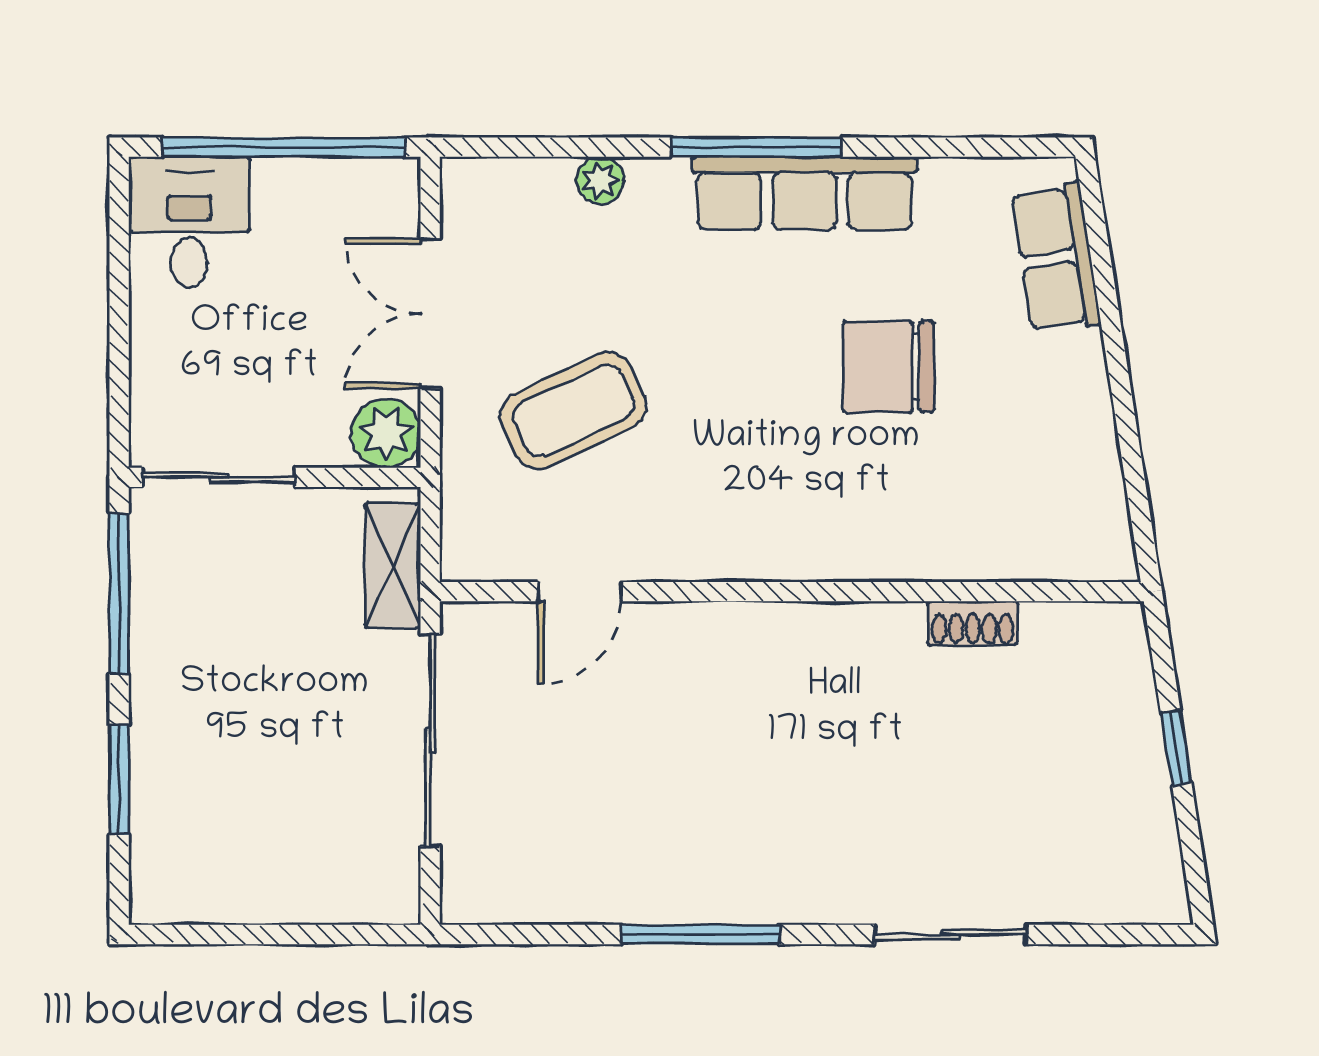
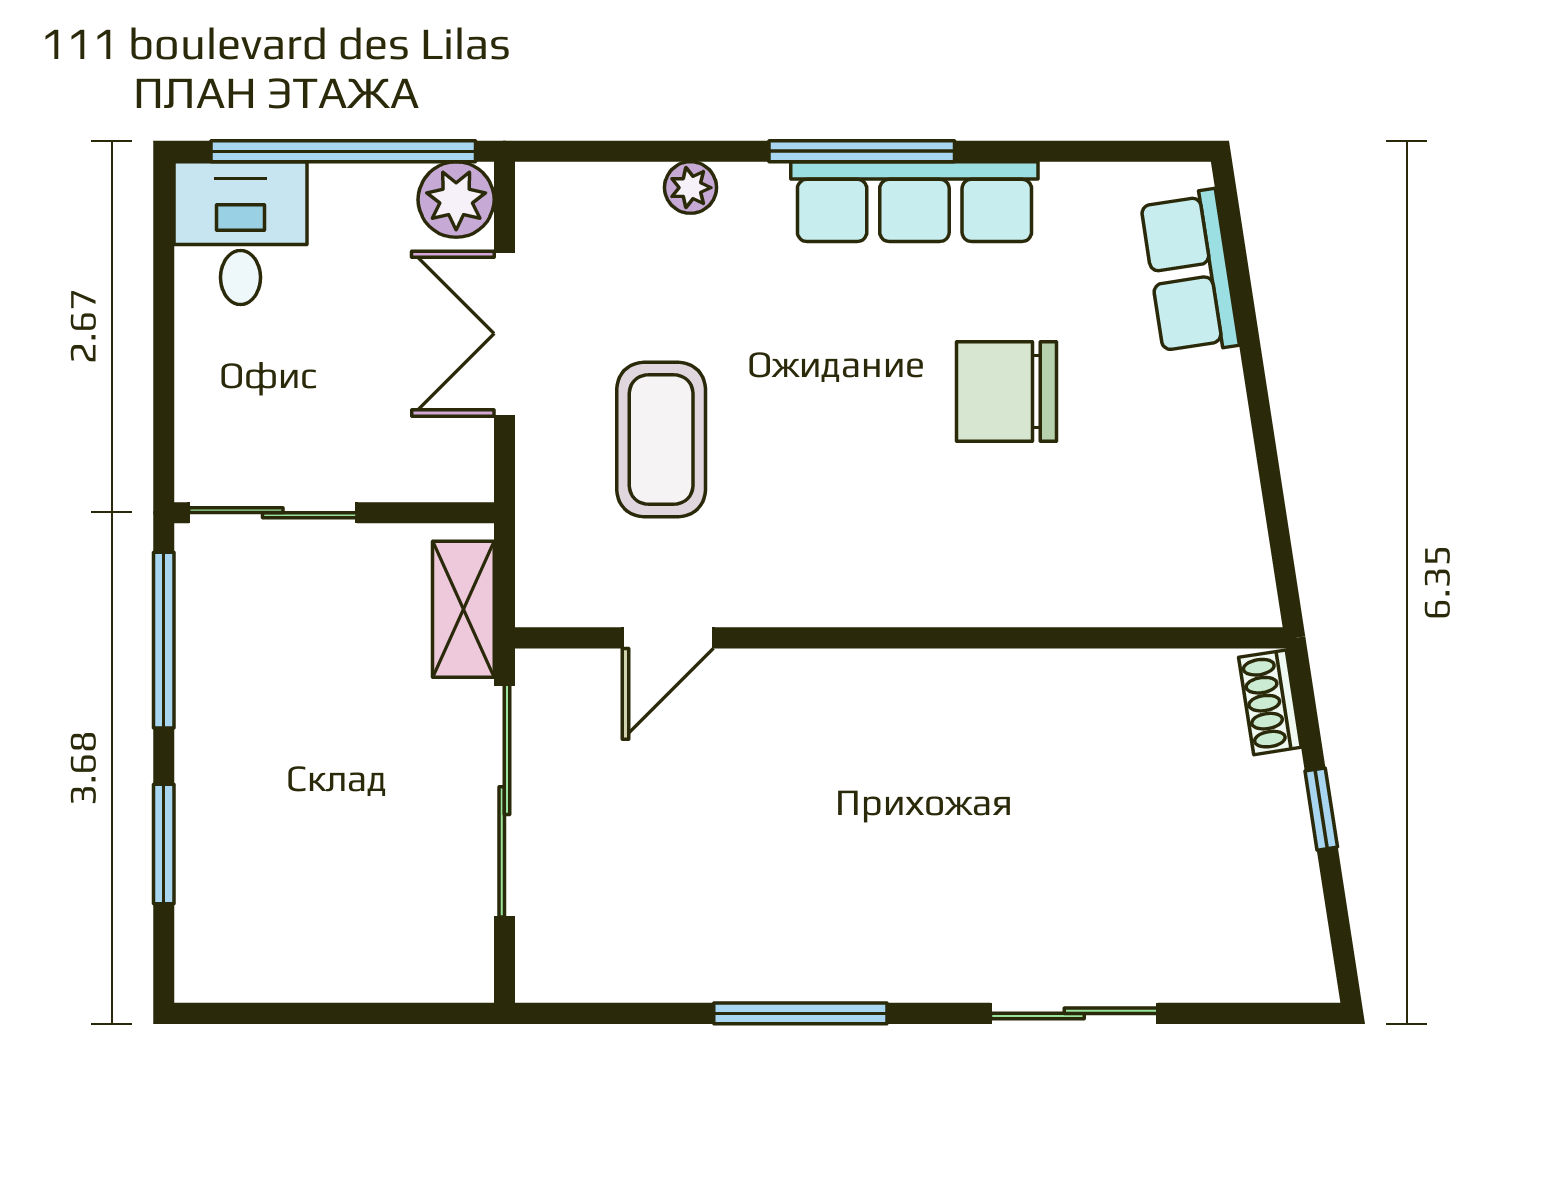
coffee table: (573, 410) -> (661, 439), turned -65
plant: (386, 433) -> (456, 200), moved
shoe rack: (973, 623) -> (1270, 702), moved, turned 81

